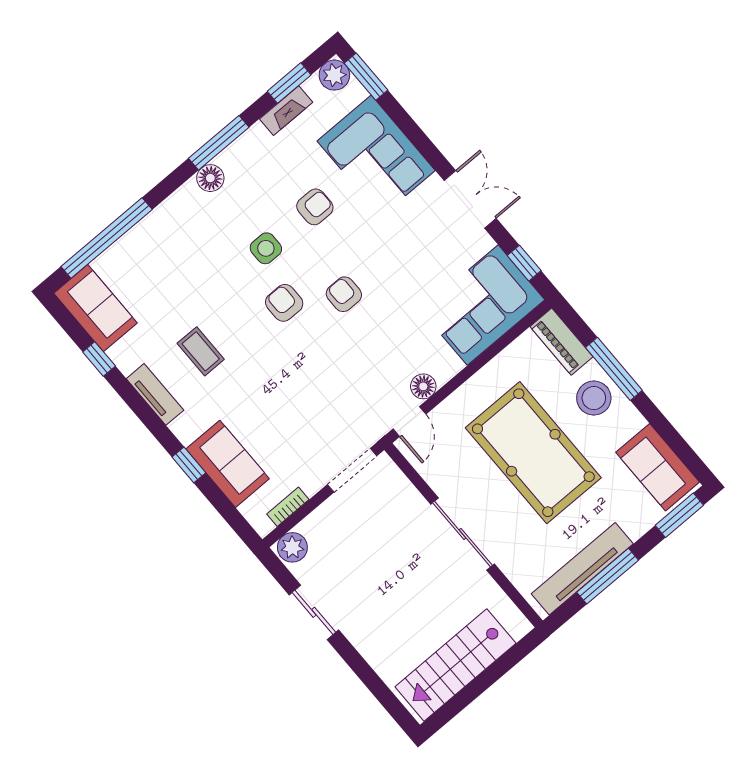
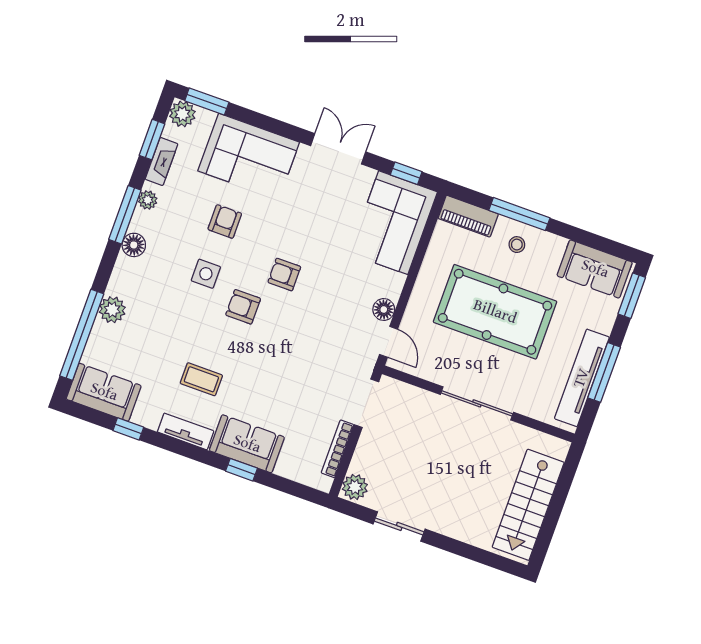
plant: (250, 141) -> (148, 200), added
plant: (152, 230) -> (112, 310), added
stool: (594, 398) -> (517, 245), width x0.53, depth x0.53
sofa: (228, 464) -> (247, 444), moved
bookcase: (288, 507) -> (337, 449), width x1.56

